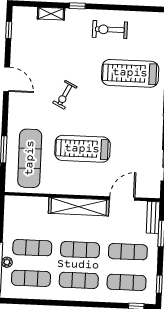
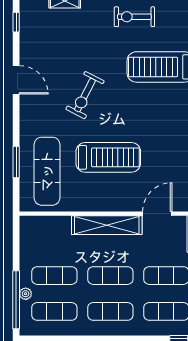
exercise bike: (65, 95) -> (85, 95), width x1.38, depth x1.39
treadmill: (82, 149) -> (108, 157), turned 180

